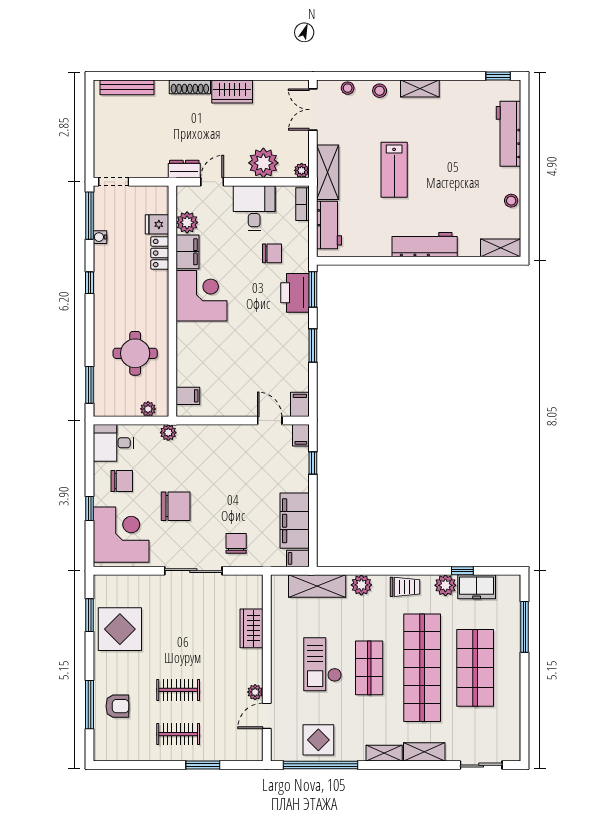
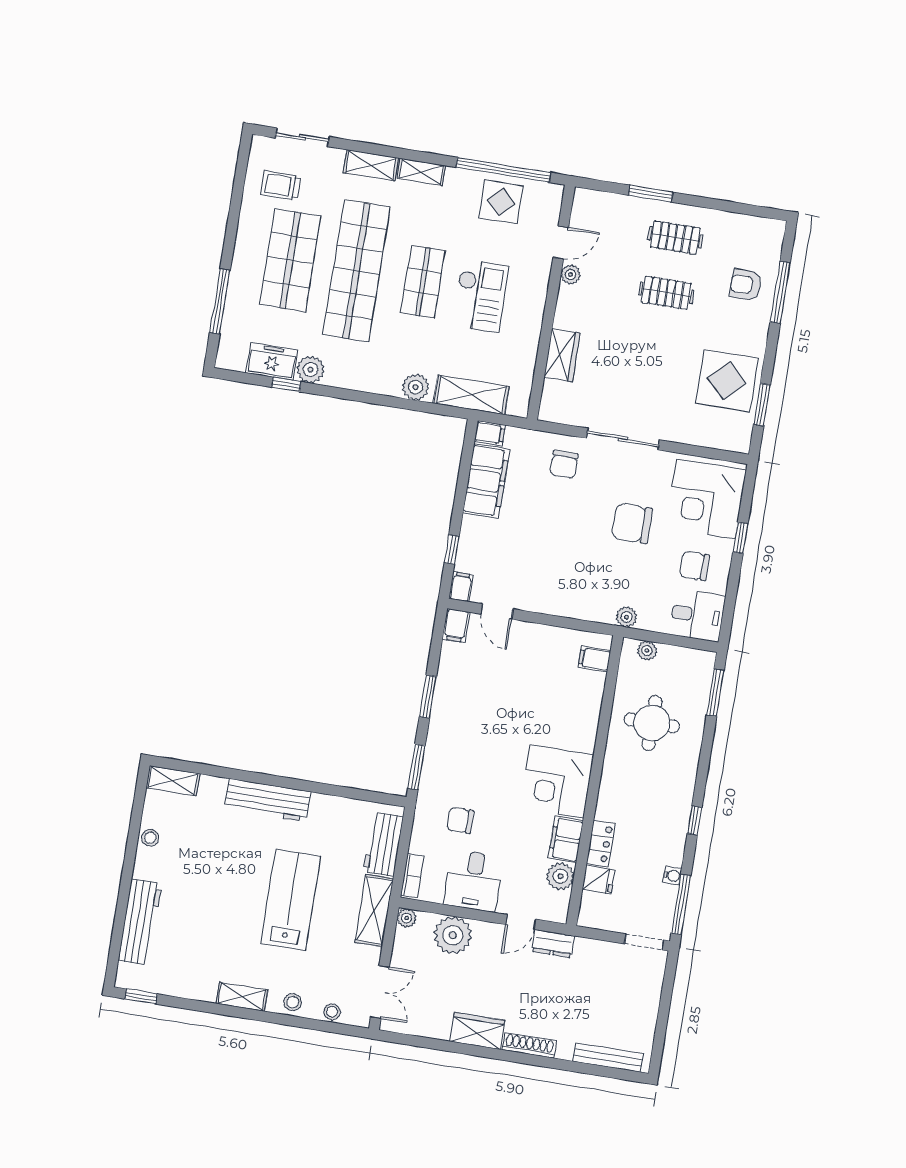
lab bench: (394, 170) -> (291, 900), width x1.36, depth x1.39
printer: (295, 293) -> (440, 766), removed
trolley: (405, 587) -> (281, 185), moved

